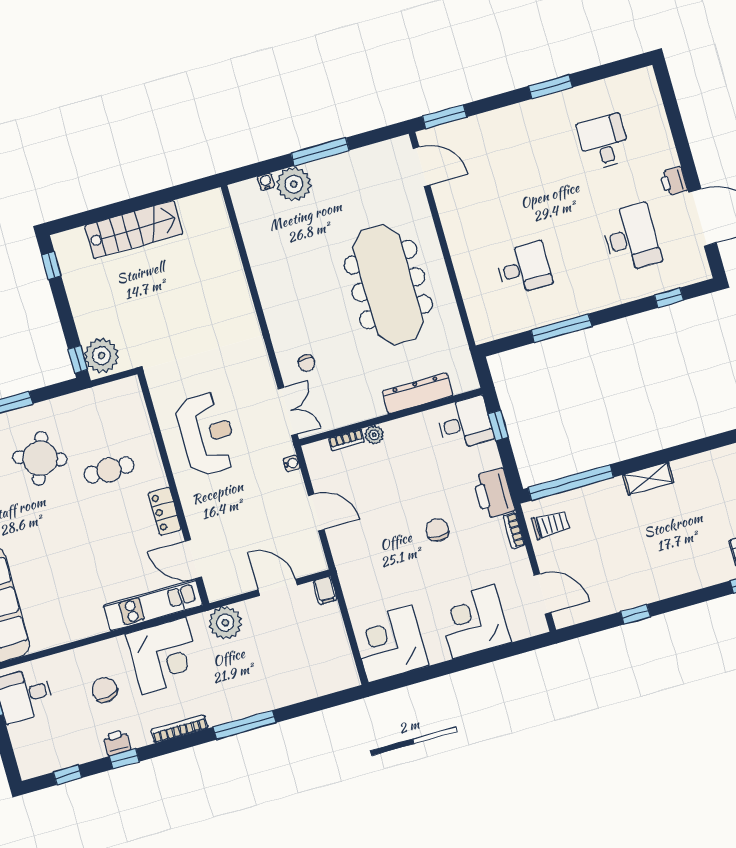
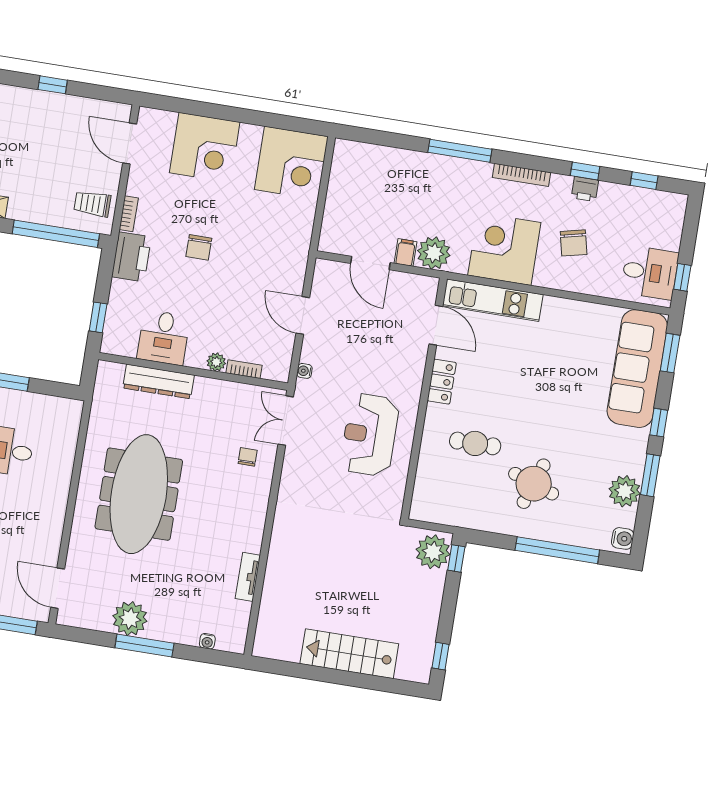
plant: (294, 184) -> (130, 619), moved
tv unit: (256, 256) -> (248, 577), added
desk: (465, 423) -> (164, 338), moved, turned -90
filing cabinet: (325, 590) -> (406, 252), moved

